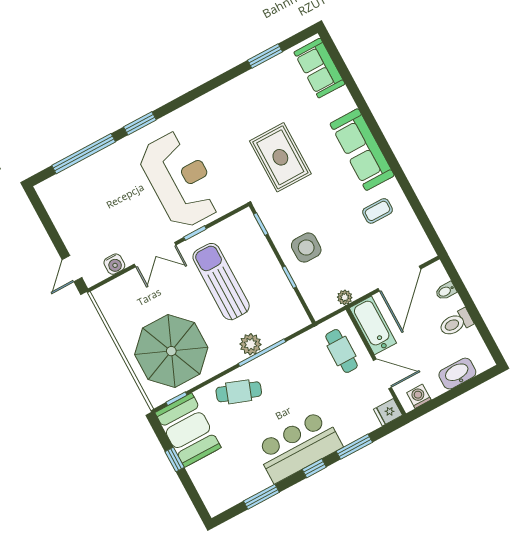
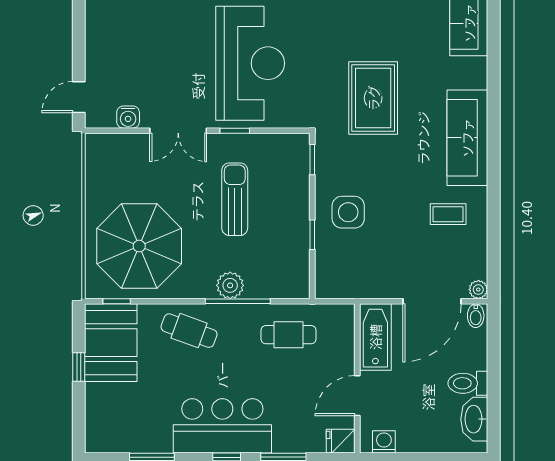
sun lounger: (221, 282) -> (235, 199), width x0.73, depth x0.75
bidet: (446, 291) -> (476, 316), moved, turned -90
plant: (345, 297) -> (478, 290), moved
cafe table: (342, 351) -> (288, 335), moved, turned 90
door: (382, 374) -> (357, 396), swing flipped
washbasin: (457, 374) -> (474, 419), moved, turned -90

